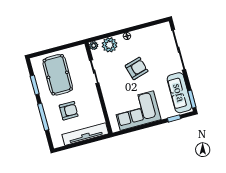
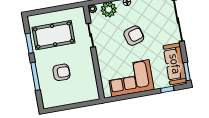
pool table: (58, 75) -> (54, 35), turned 90
tv unit: (85, 134) -> (76, 97), removed

